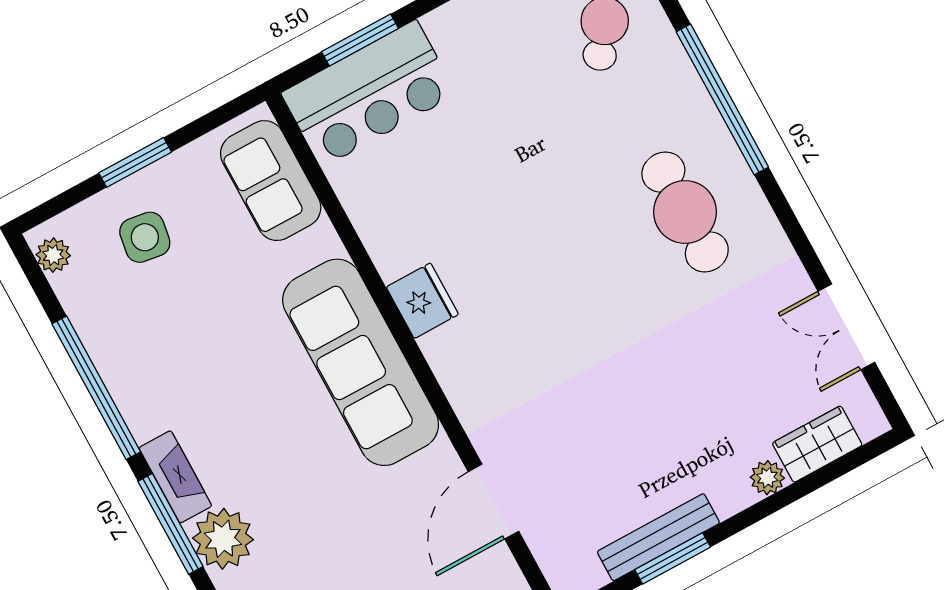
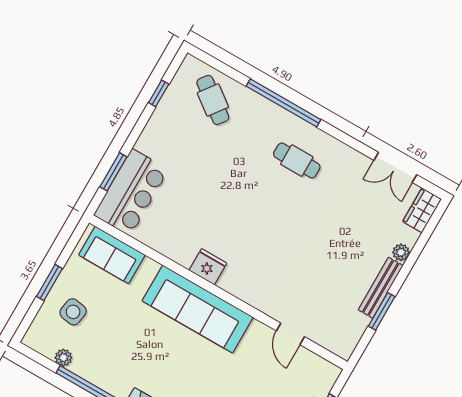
cafe table: (685, 212) -> (297, 160), width x0.73, depth x0.74
plant: (53, 255) -> (63, 358), moved
wardrobe: (817, 444) -> (422, 210), moved
door: (493, 502) -> (290, 334), width x0.73
bench: (658, 537) -> (381, 288), moved

